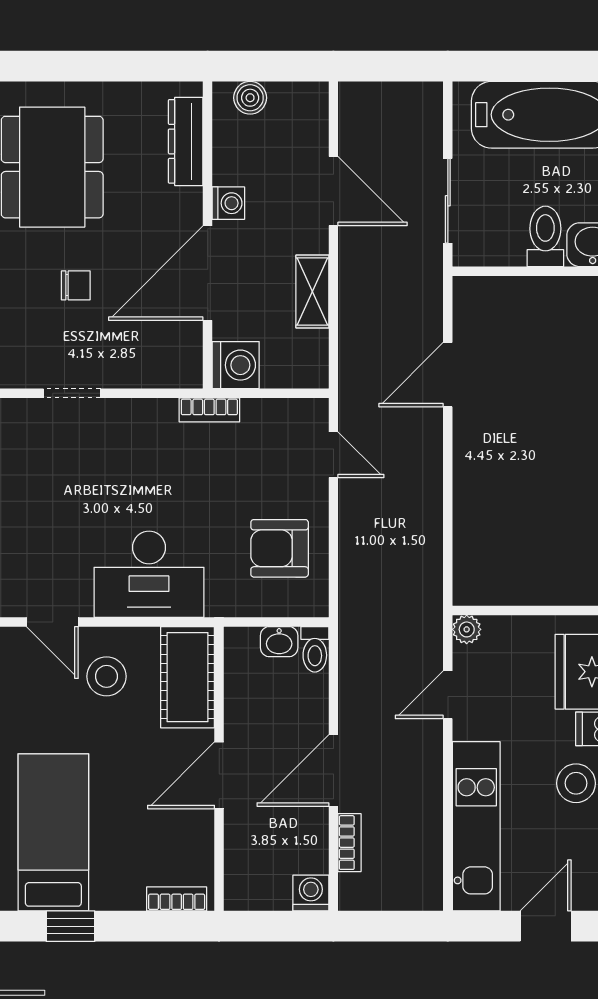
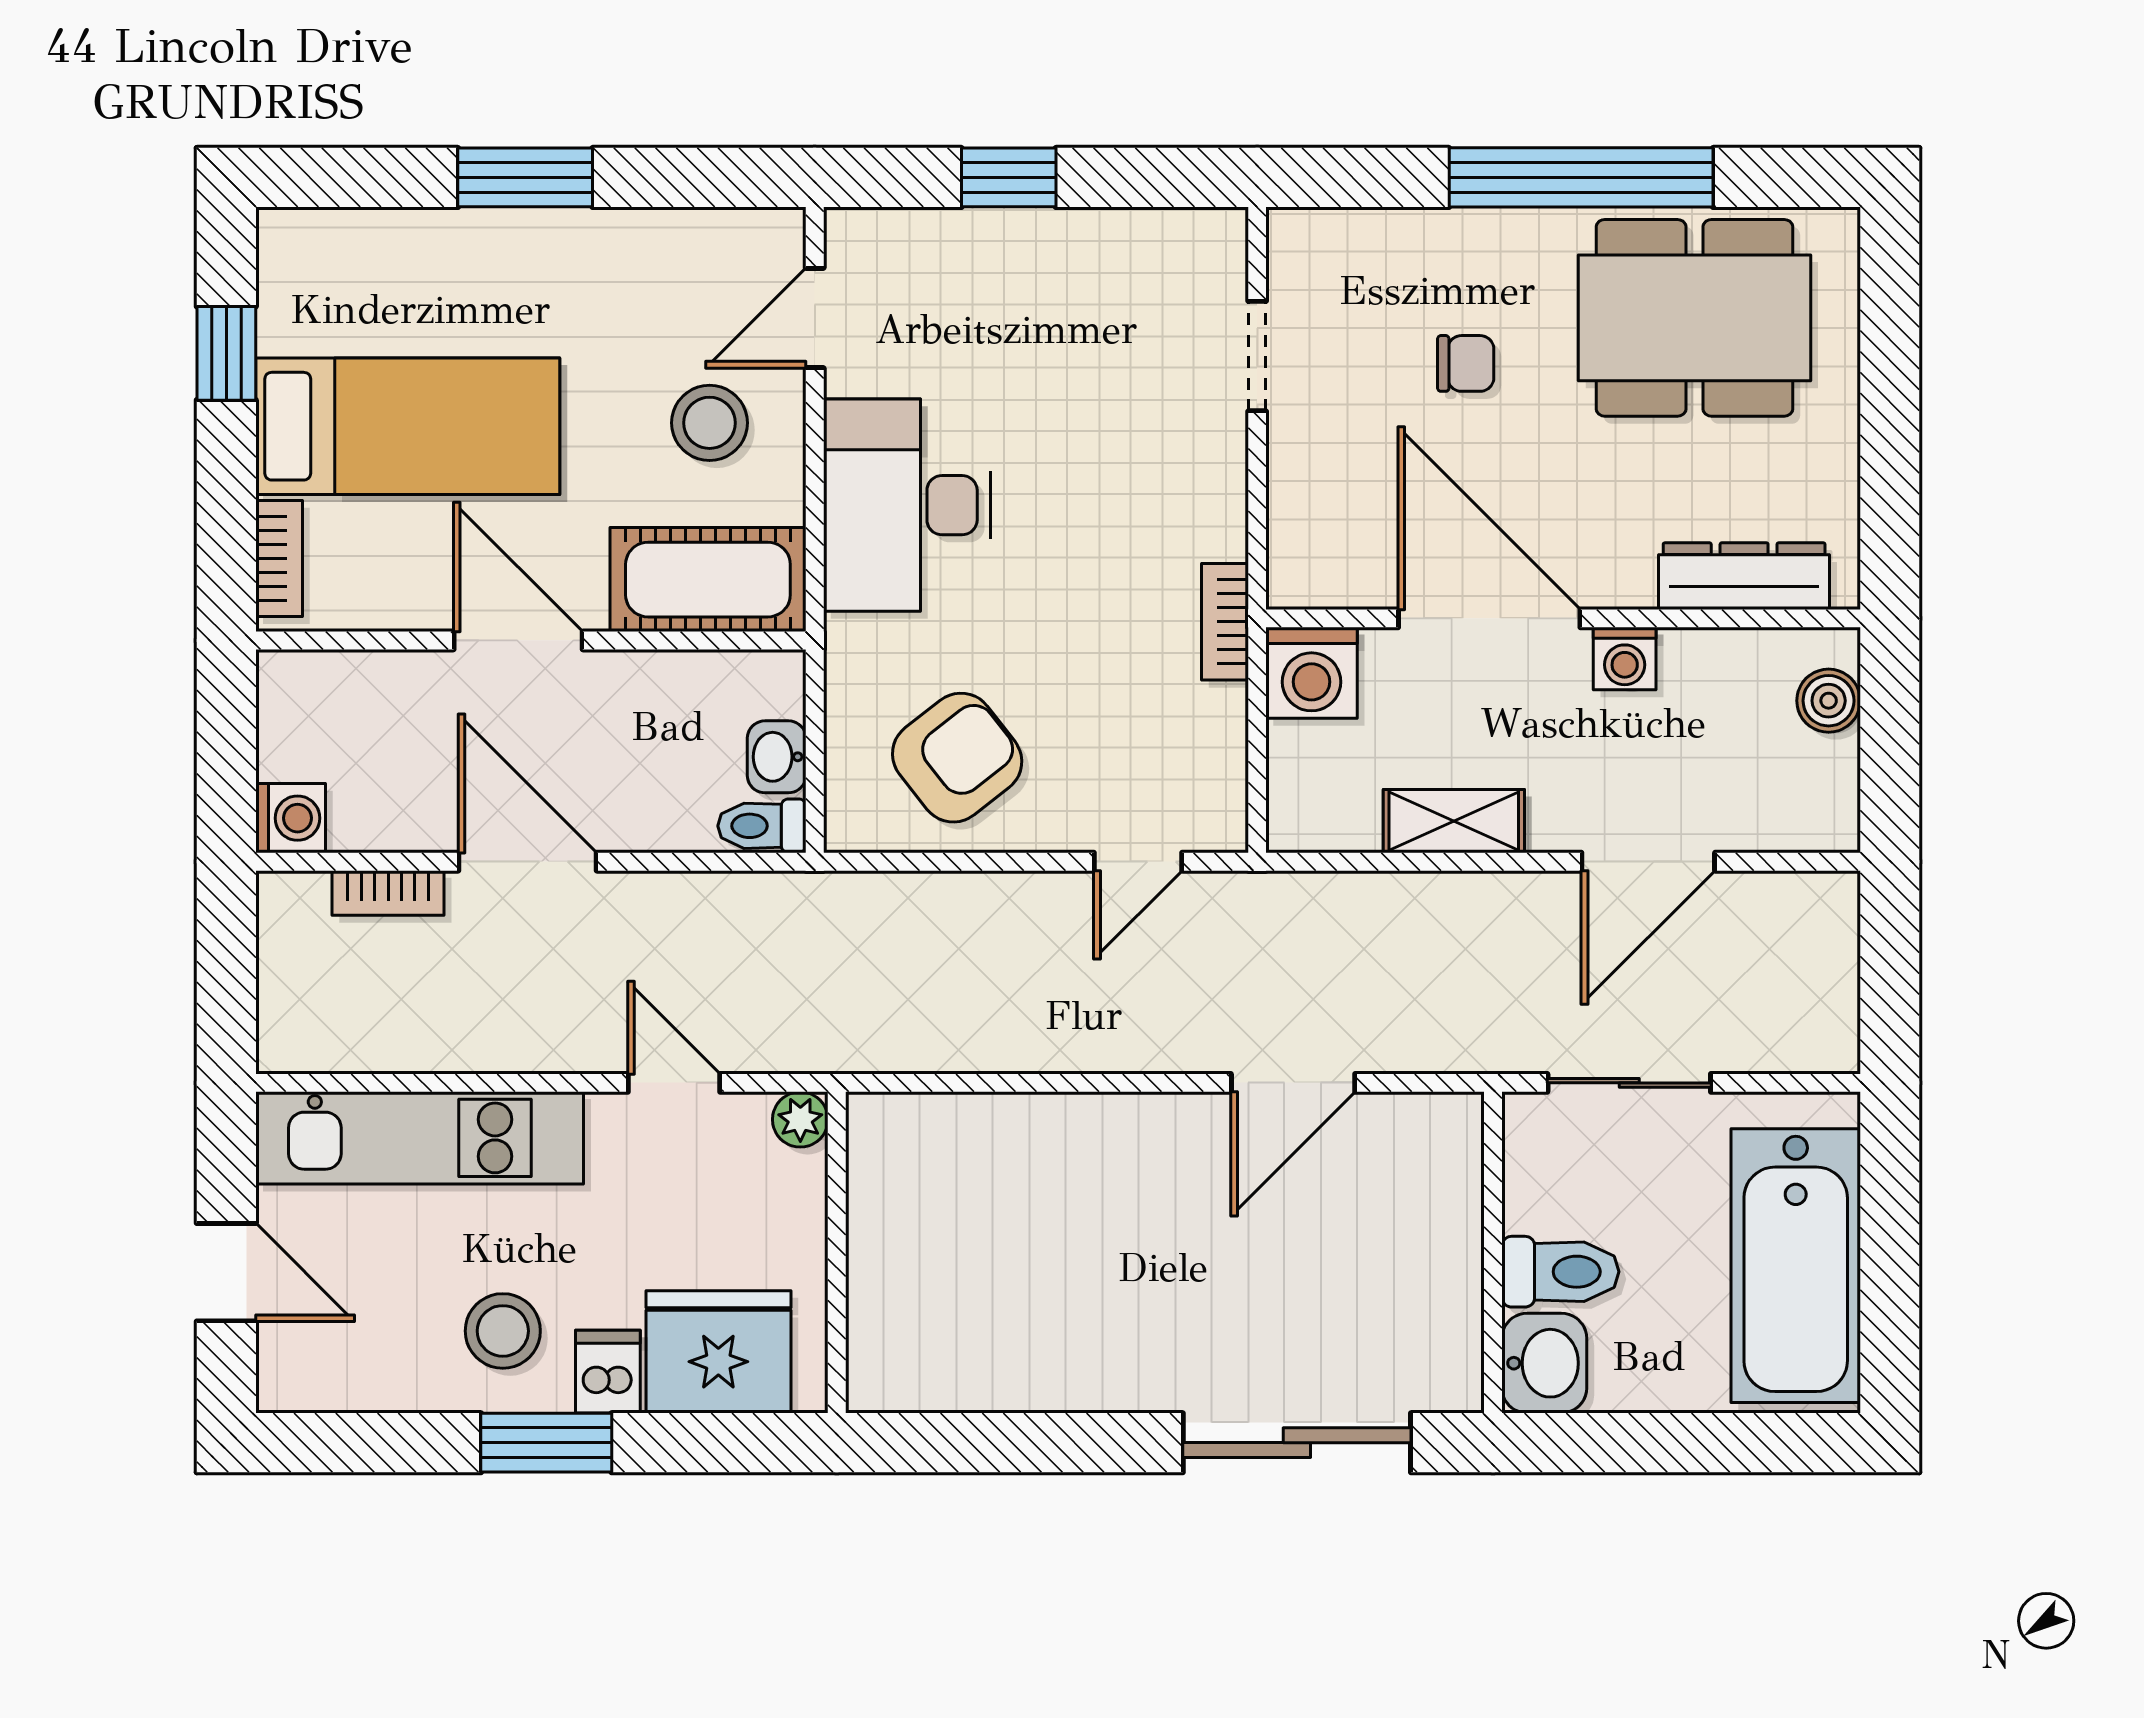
chair: (76, 285) -> (1466, 363), turned -90
door: (448, 375) -> (1293, 1083), swing flipped
armchair: (280, 548) -> (957, 758), turned 52
bed: (53, 832) -> (408, 426), moved

